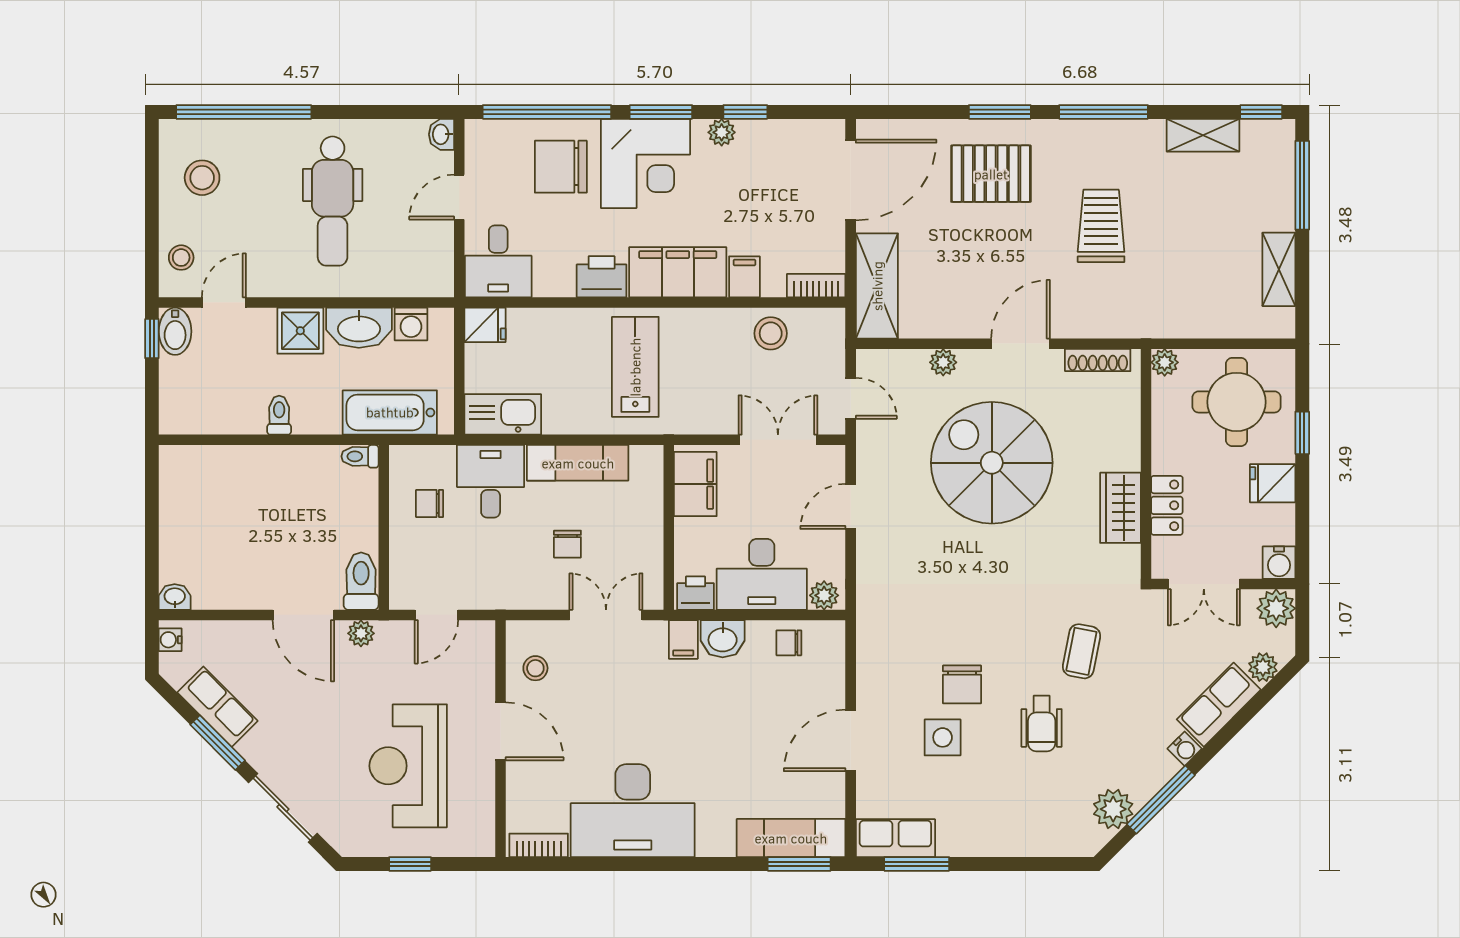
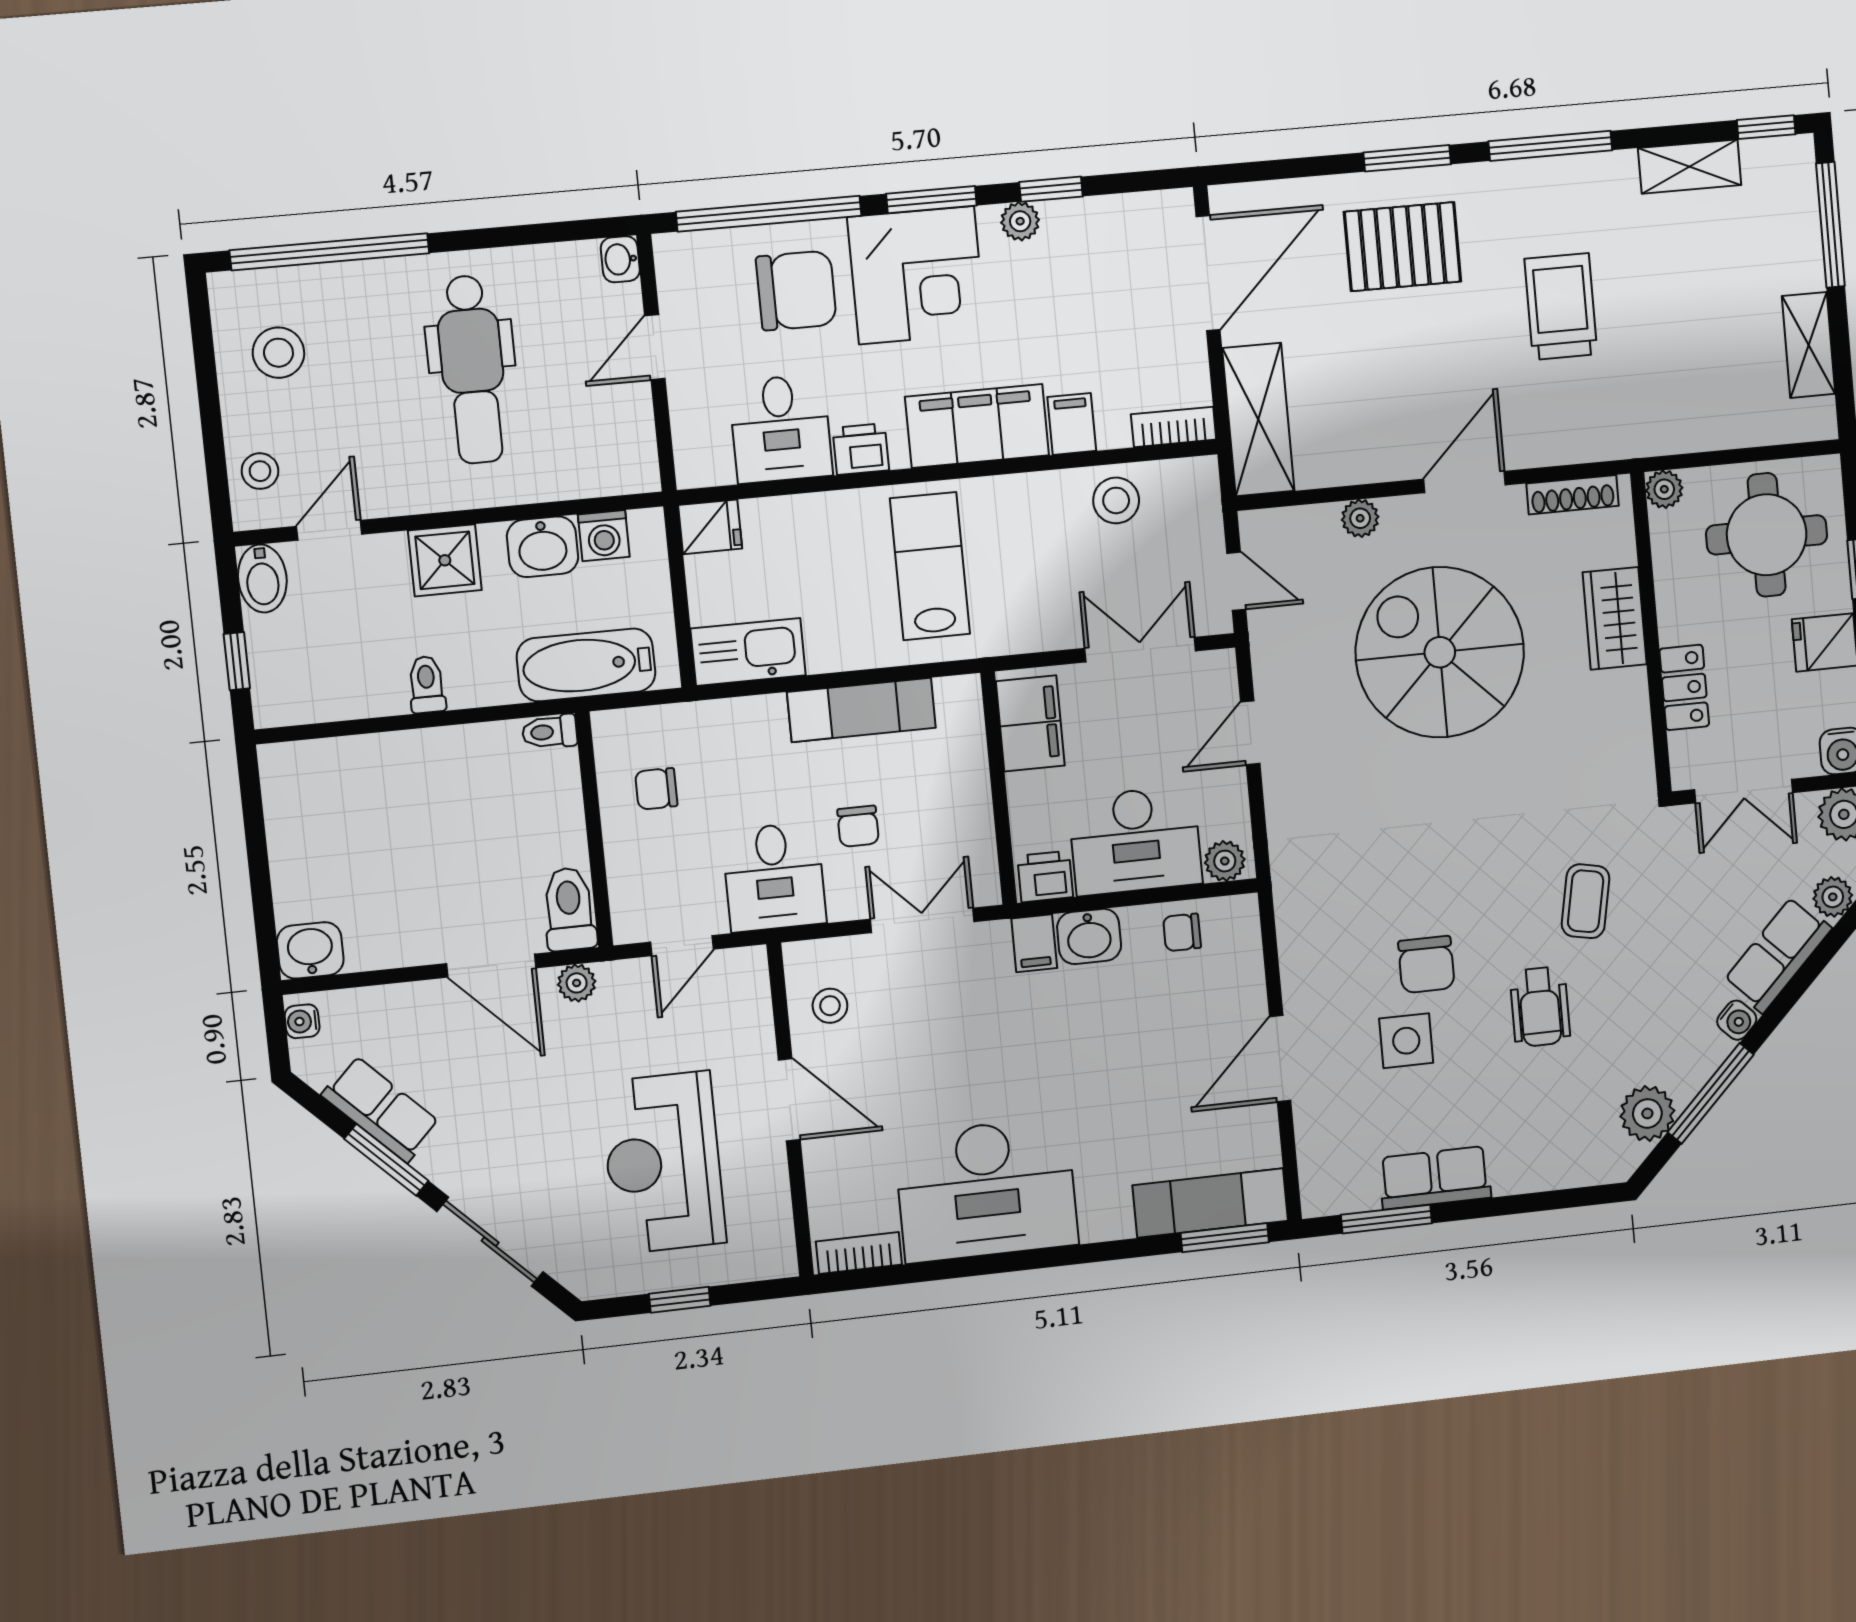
chair: (561, 167) -> (796, 291), turned 180
desk: (498, 261) -> (781, 429), moved
printer: (602, 277) -> (861, 449), width x0.73, depth x0.81
washbasin: (359, 328) -> (543, 547), width x0.72
window: (152, 339) -> (237, 661), moved
desk: (491, 481) -> (774, 877), moved, turned 180
wardrobe: (1120, 508) -> (1615, 618), moved
washbasin: (175, 597) -> (310, 950), width x1.38, depth x1.45
row of seats: (895, 838) -> (1435, 1178), moved

